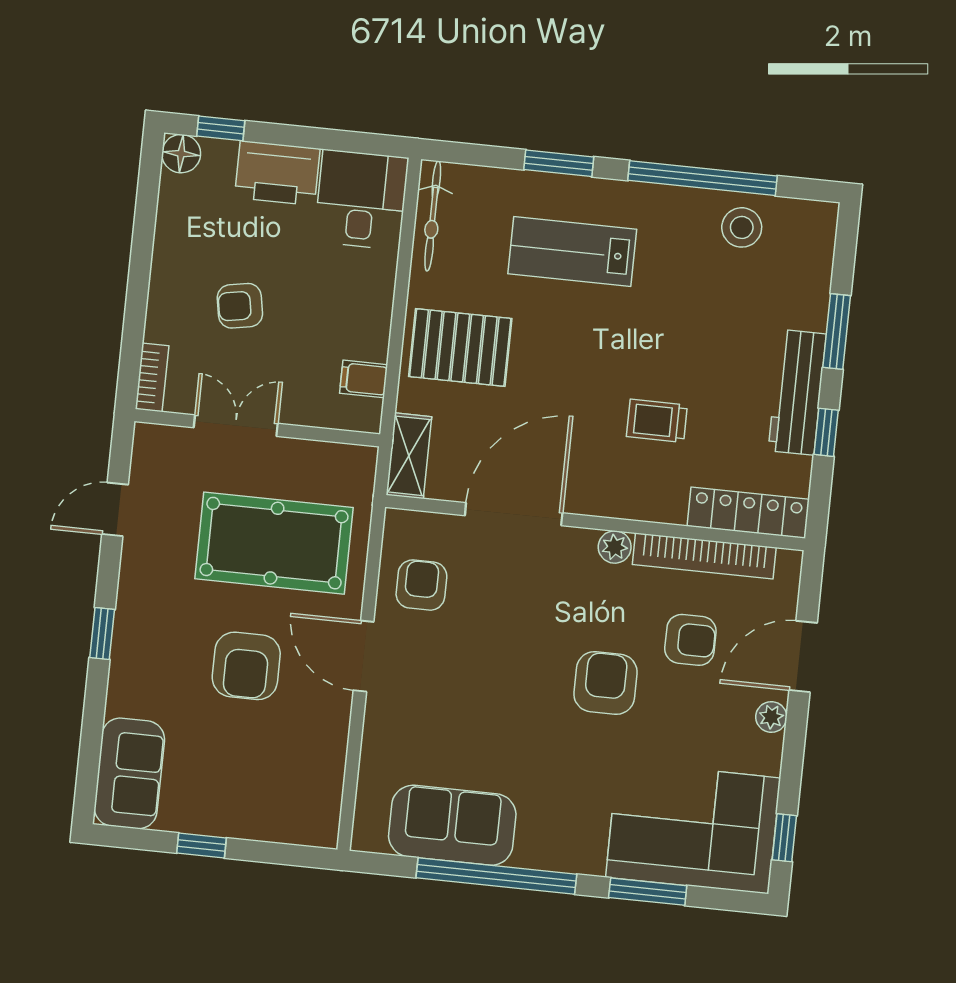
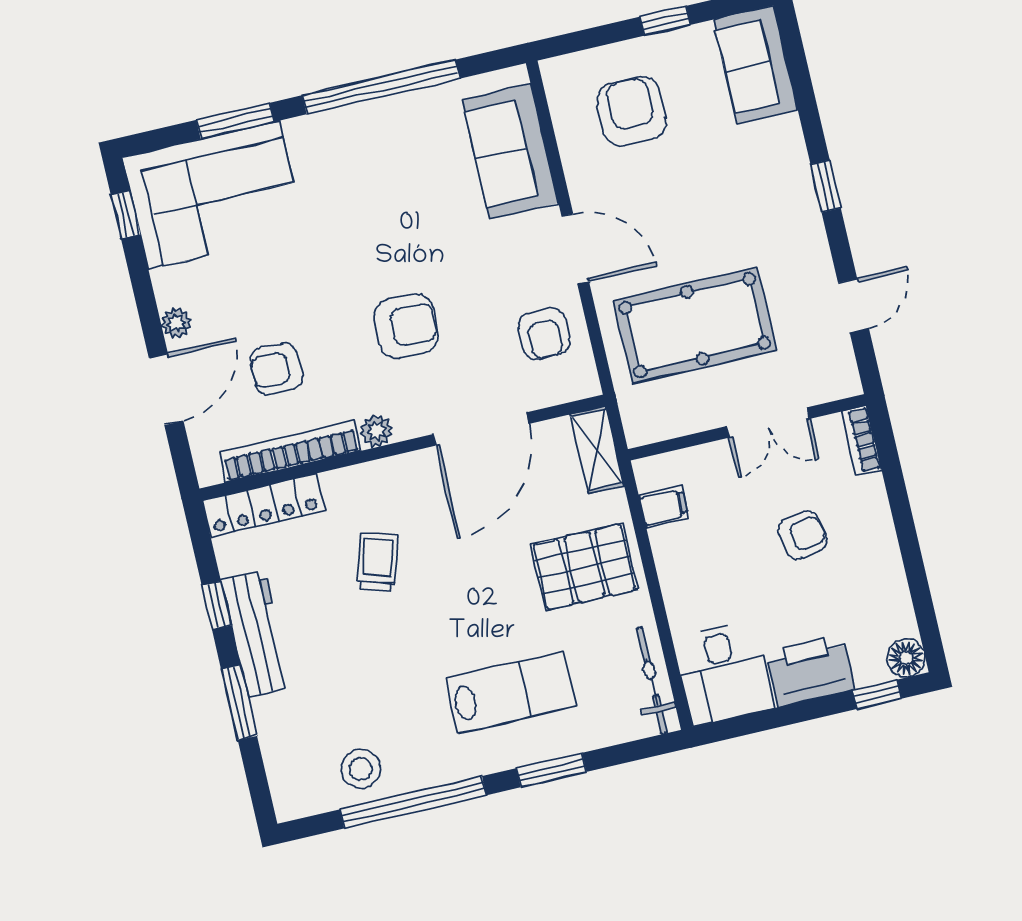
trolley: (657, 421) -> (378, 562), turned -73
armchair: (246, 666) -> (632, 111), moved
armchair: (605, 683) -> (406, 326), moved, turned -88
sofa: (452, 825) -> (510, 151), moved, turned 90

